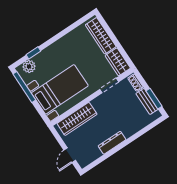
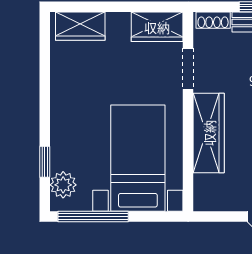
wardrobe: (101, 36) -> (80, 26), width x0.67
wardrobe: (77, 119) -> (209, 133), moved

